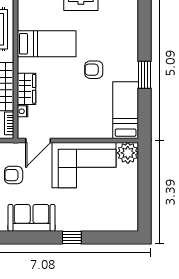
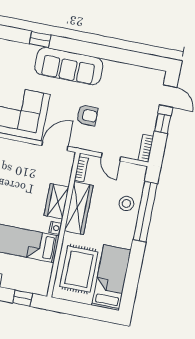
nightstand: (23, 111) -> (55, 228), moved
sofa: (32, 218) -> (69, 66), width x1.36

